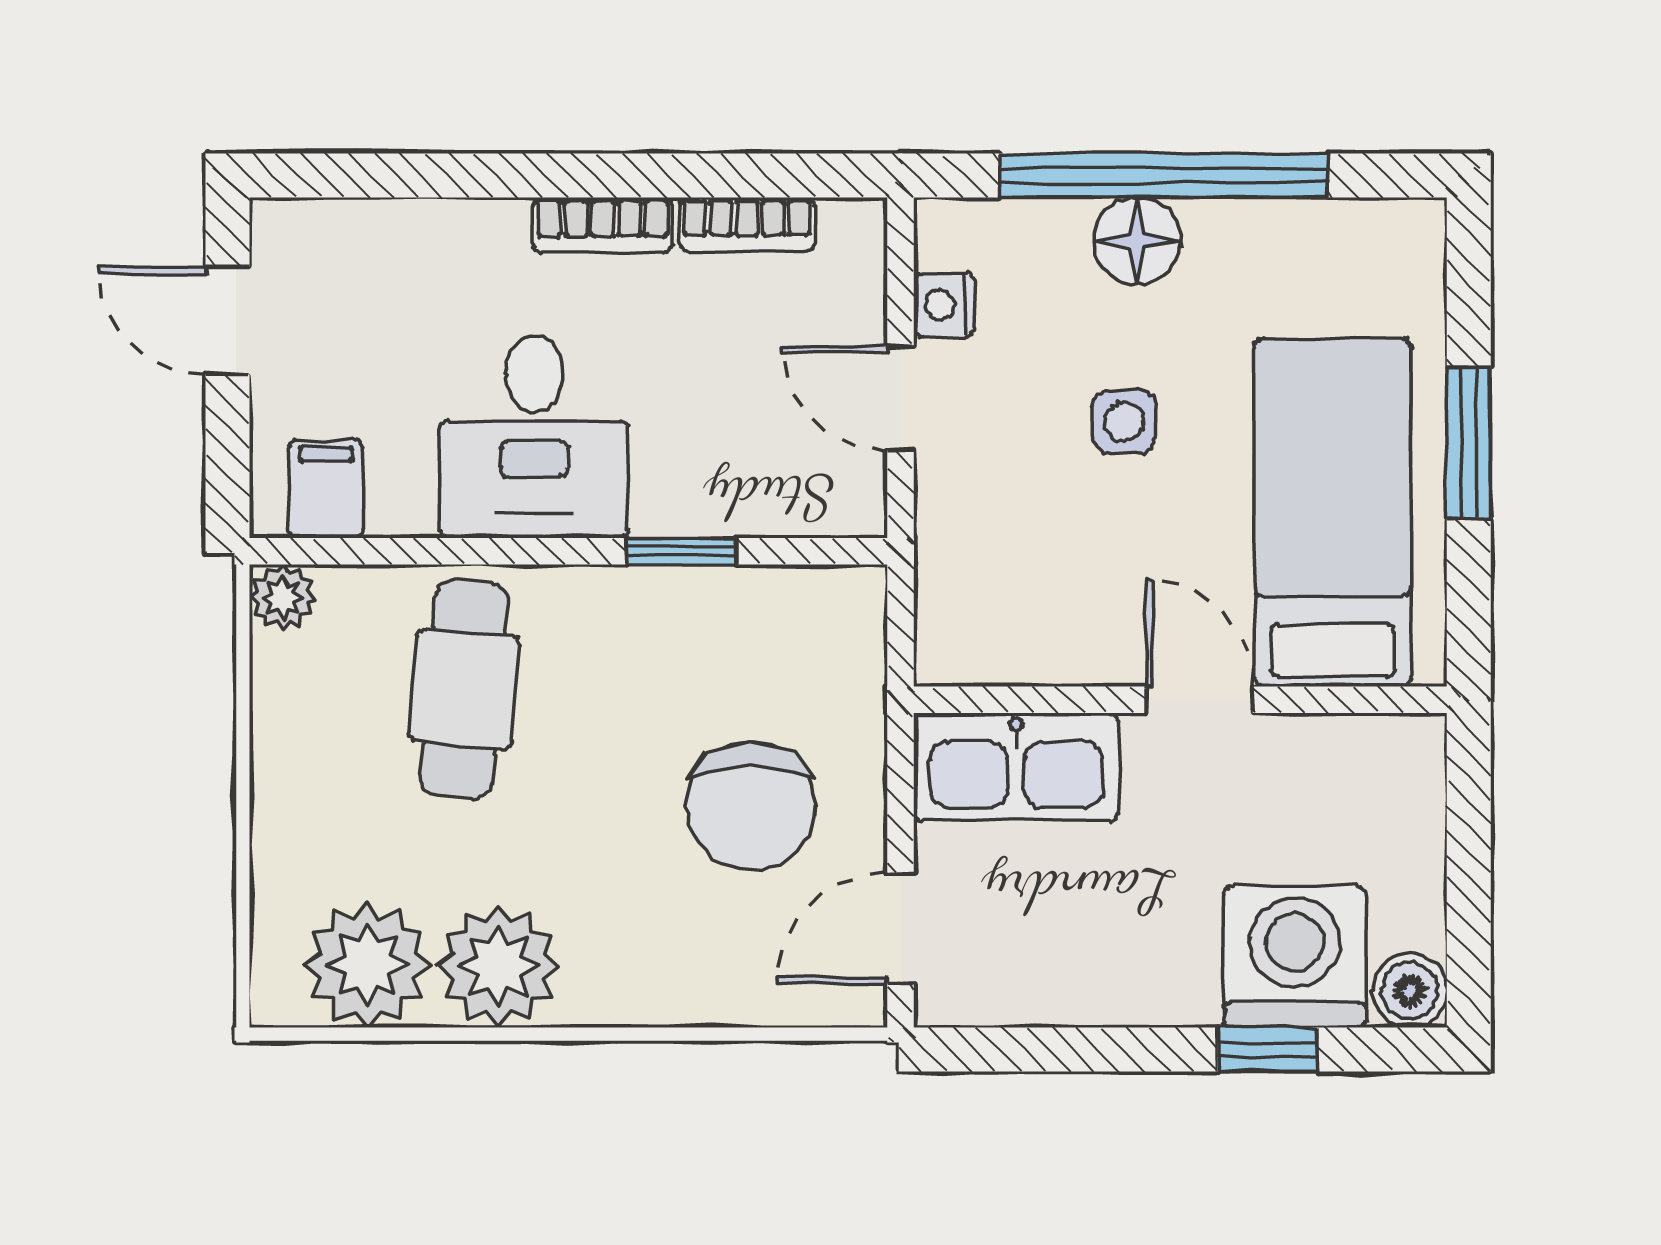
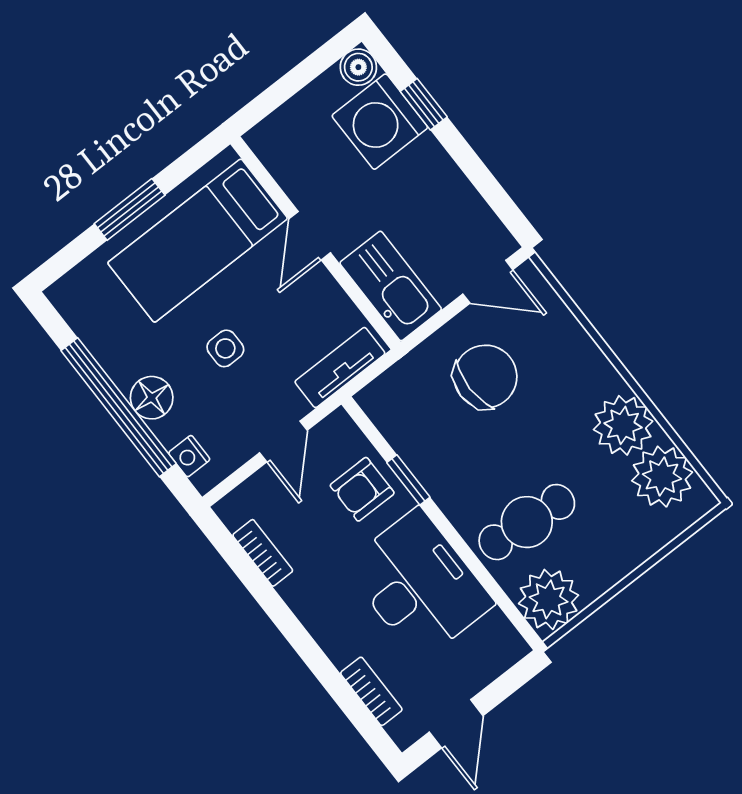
bookcase: (603, 225) -> (371, 691), moved
nightstand: (944, 305) -> (189, 456), moved, turned 90
desk: (534, 436) -> (419, 585), width x1.37
armchair: (724, 465) -> (362, 489), added
filing cabinet: (326, 489) -> (491, 636), removed
tv unit: (949, 582) -> (340, 368), added
plant: (283, 598) -> (549, 599), width x1.87, depth x1.87

